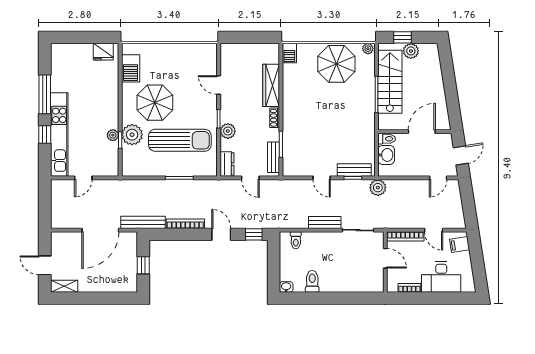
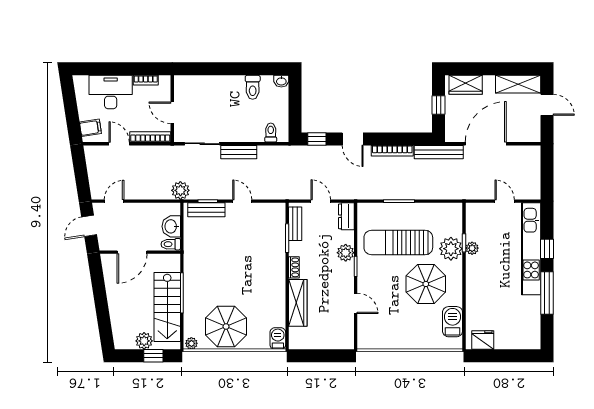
door: (83, 178) -> (505, 201), hinge flipped
wardrobe: (119, 284) -> (466, 85), added
shelving: (64, 286) -> (518, 84), width x1.50, depth x1.33

